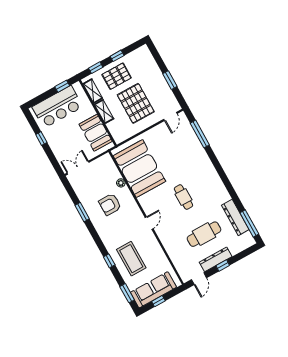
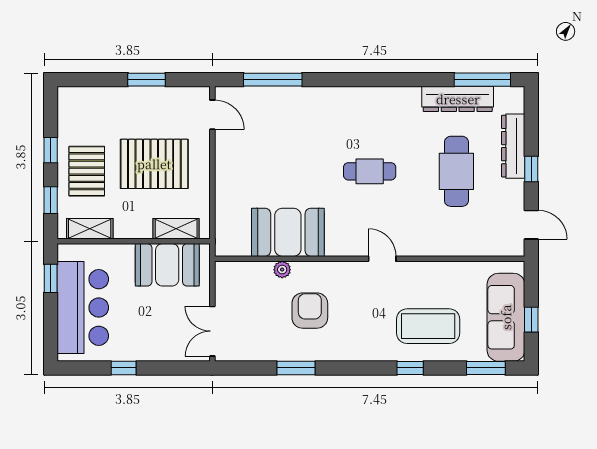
shelving: (104, 111) -> (176, 229), moved
booth: (139, 169) -> (288, 232), width x0.73, depth x0.70
armchair: (110, 204) -> (310, 311), turned 180
dresser: (216, 259) -> (513, 146), moved

